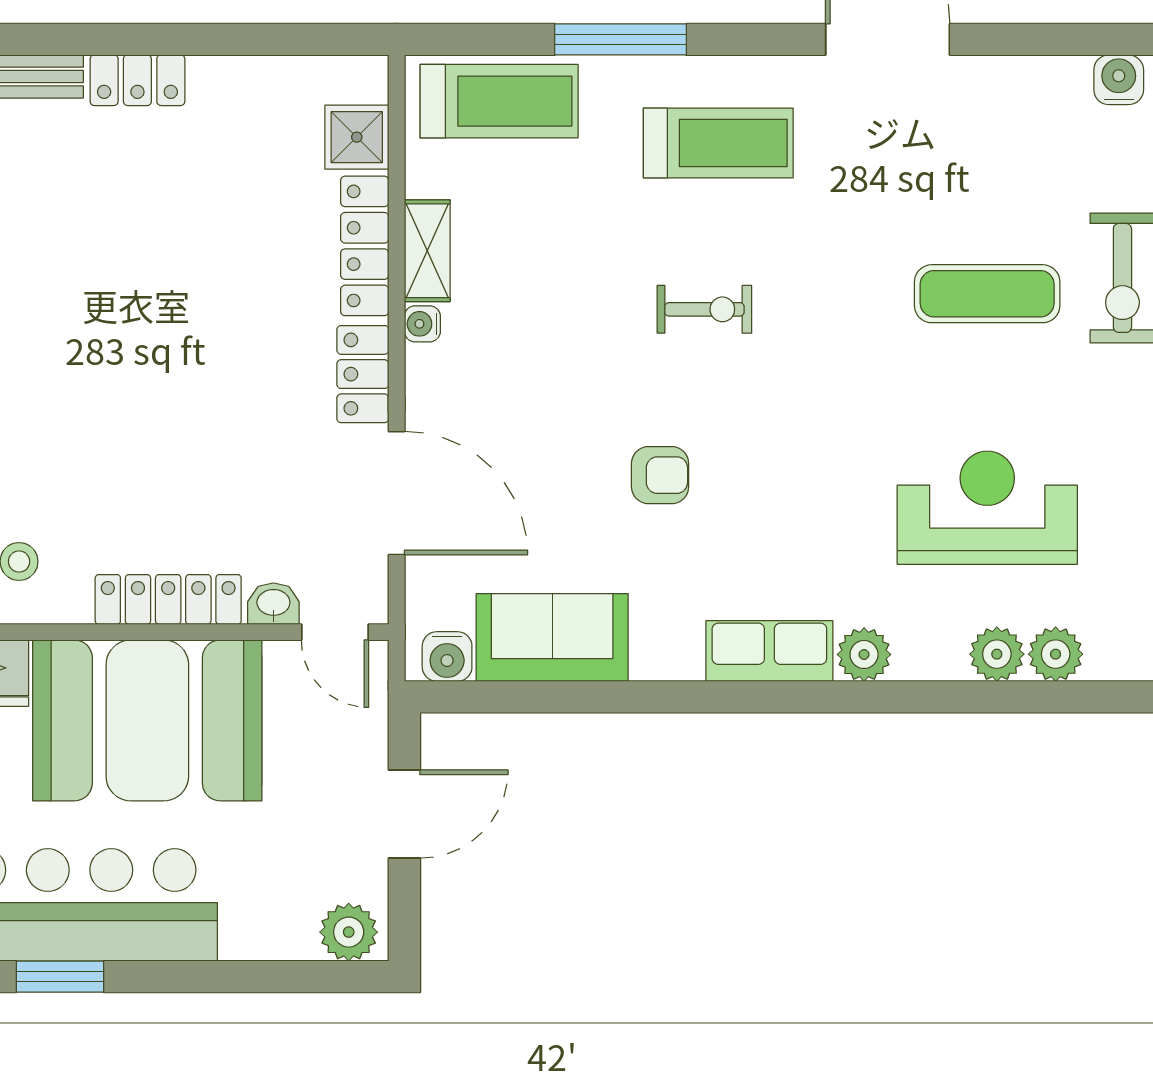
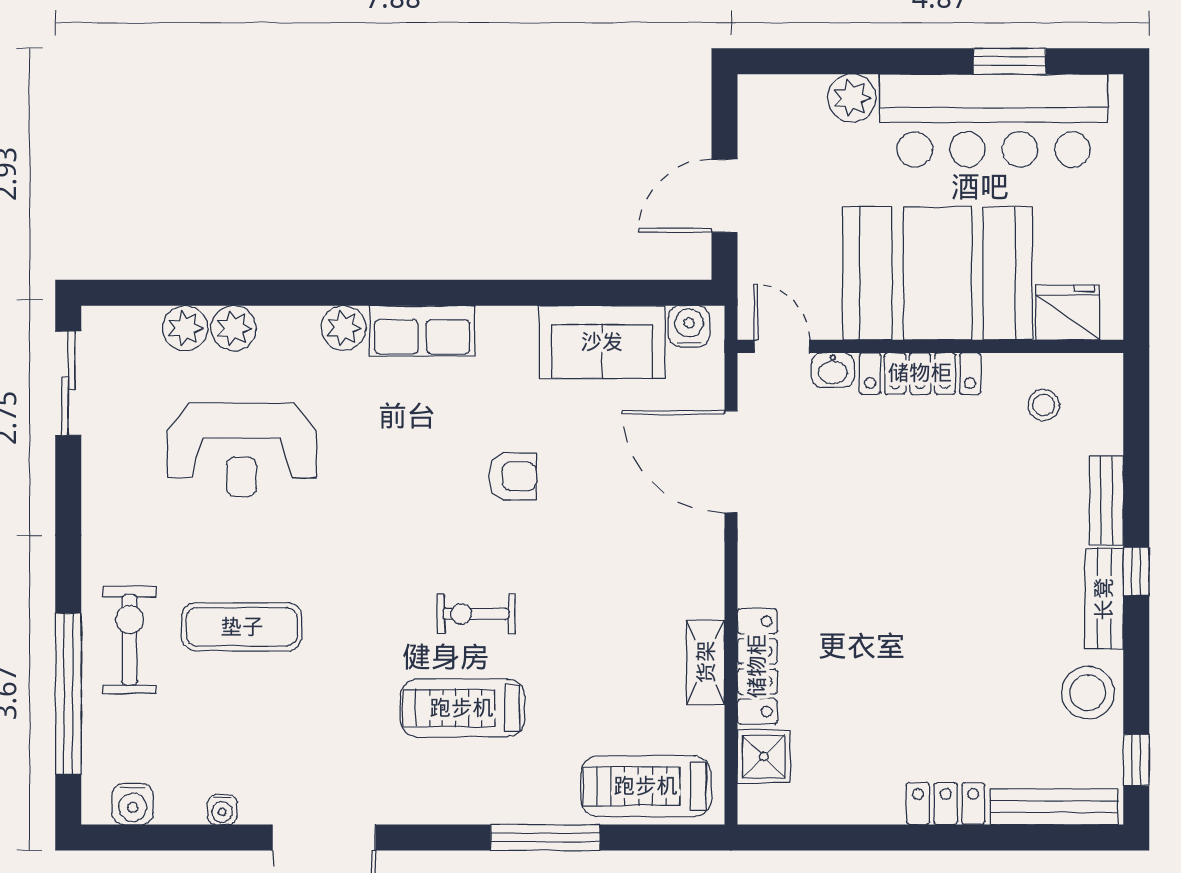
treadmill: (718, 143) -> (462, 708), moved
water cooler: (422, 324) -> (222, 810), moved, turned 90
locker: (363, 374) -> (759, 560), removed
armchair: (660, 475) -> (513, 477), turned 180
plant: (349, 932) -> (852, 98), moved

